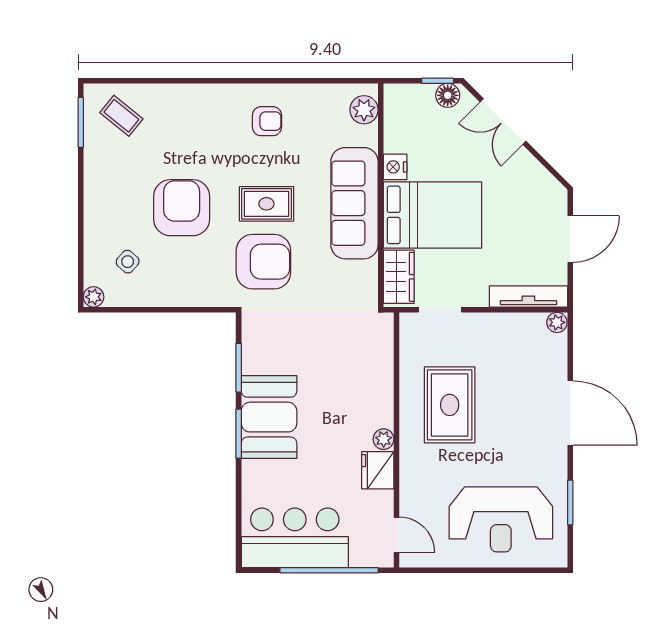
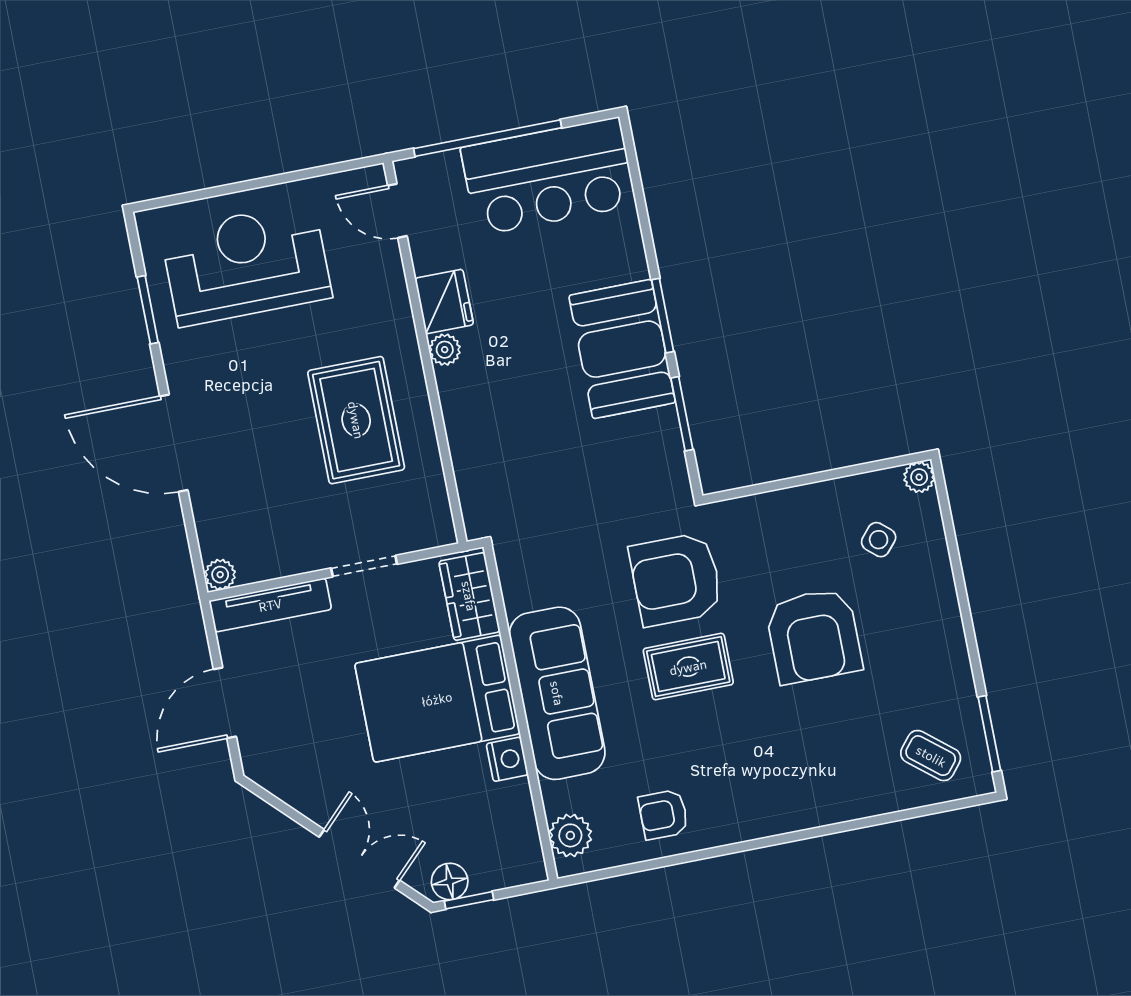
armchair: (267, 121) -> (663, 814), moved
doorway: (440, 310) -> (364, 566), moved

